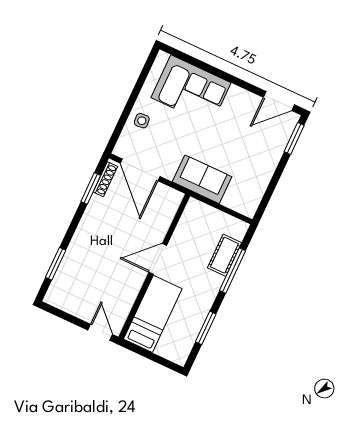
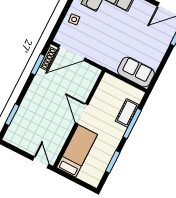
door: (140, 170) -> (72, 53), hinge flipped
sofa: (202, 179) -> (136, 72), moved
door: (158, 259) -> (82, 114), hinge flipped

